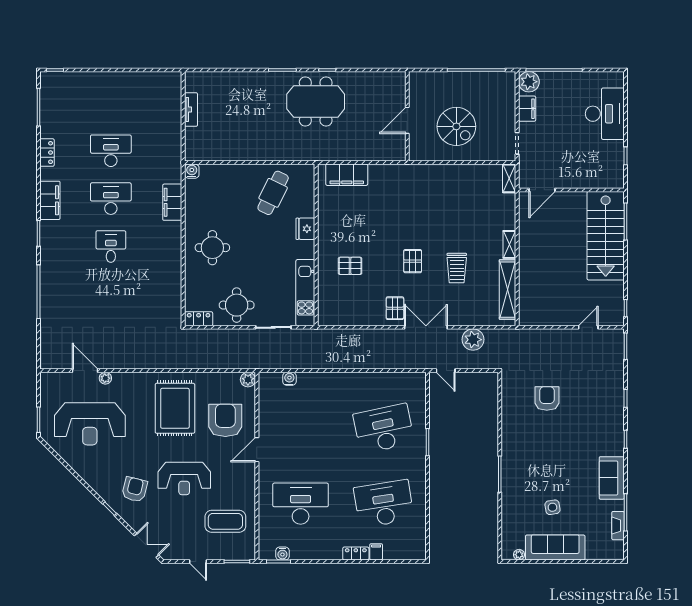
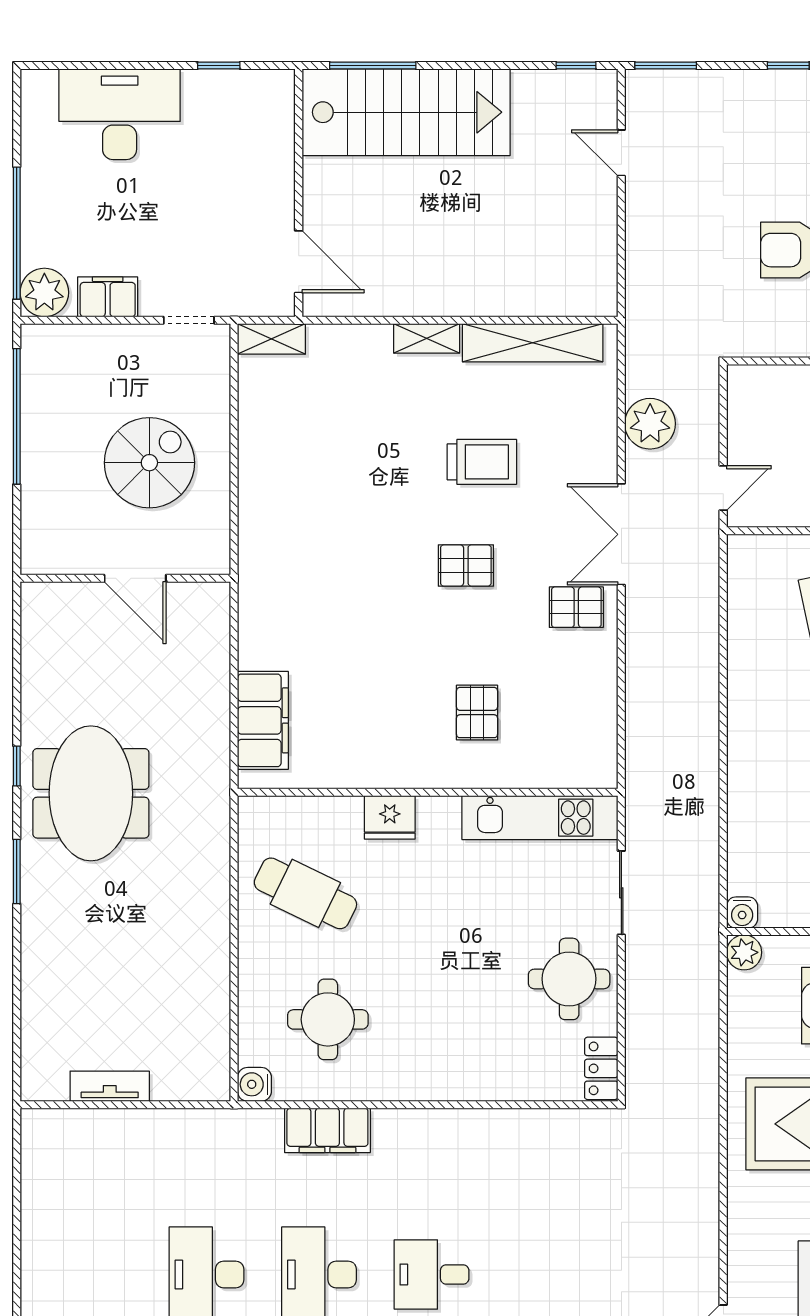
round table: (212, 248) -> (328, 1019), moved
plant: (105, 378) -> (741, 1287), removed
water cooler: (289, 379) -> (742, 913), moved, turned -90

